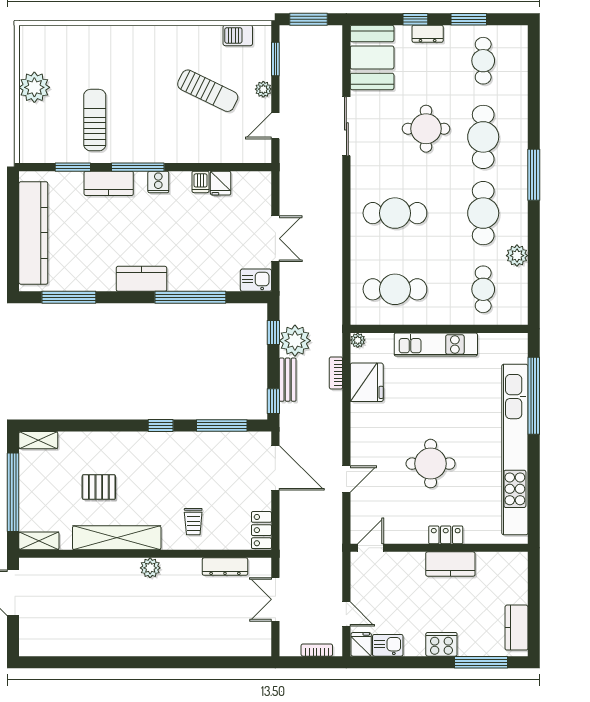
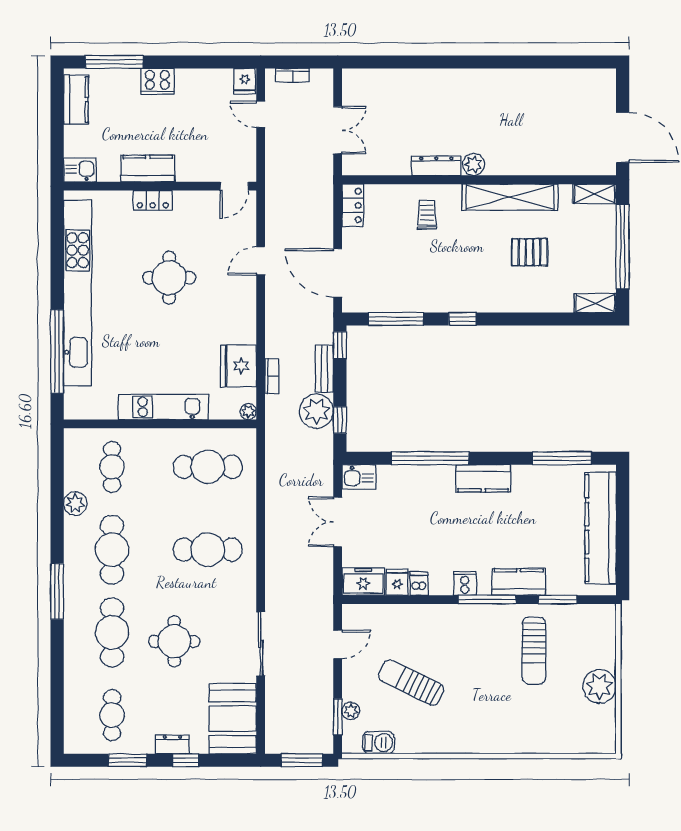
plant: (263, 89) -> (351, 711), moved
freezer: (252, 184) -> (363, 581), added
dresser: (225, 567) -> (436, 166), moved
kitchen sink: (388, 645) -> (80, 170), moved, turned 180

